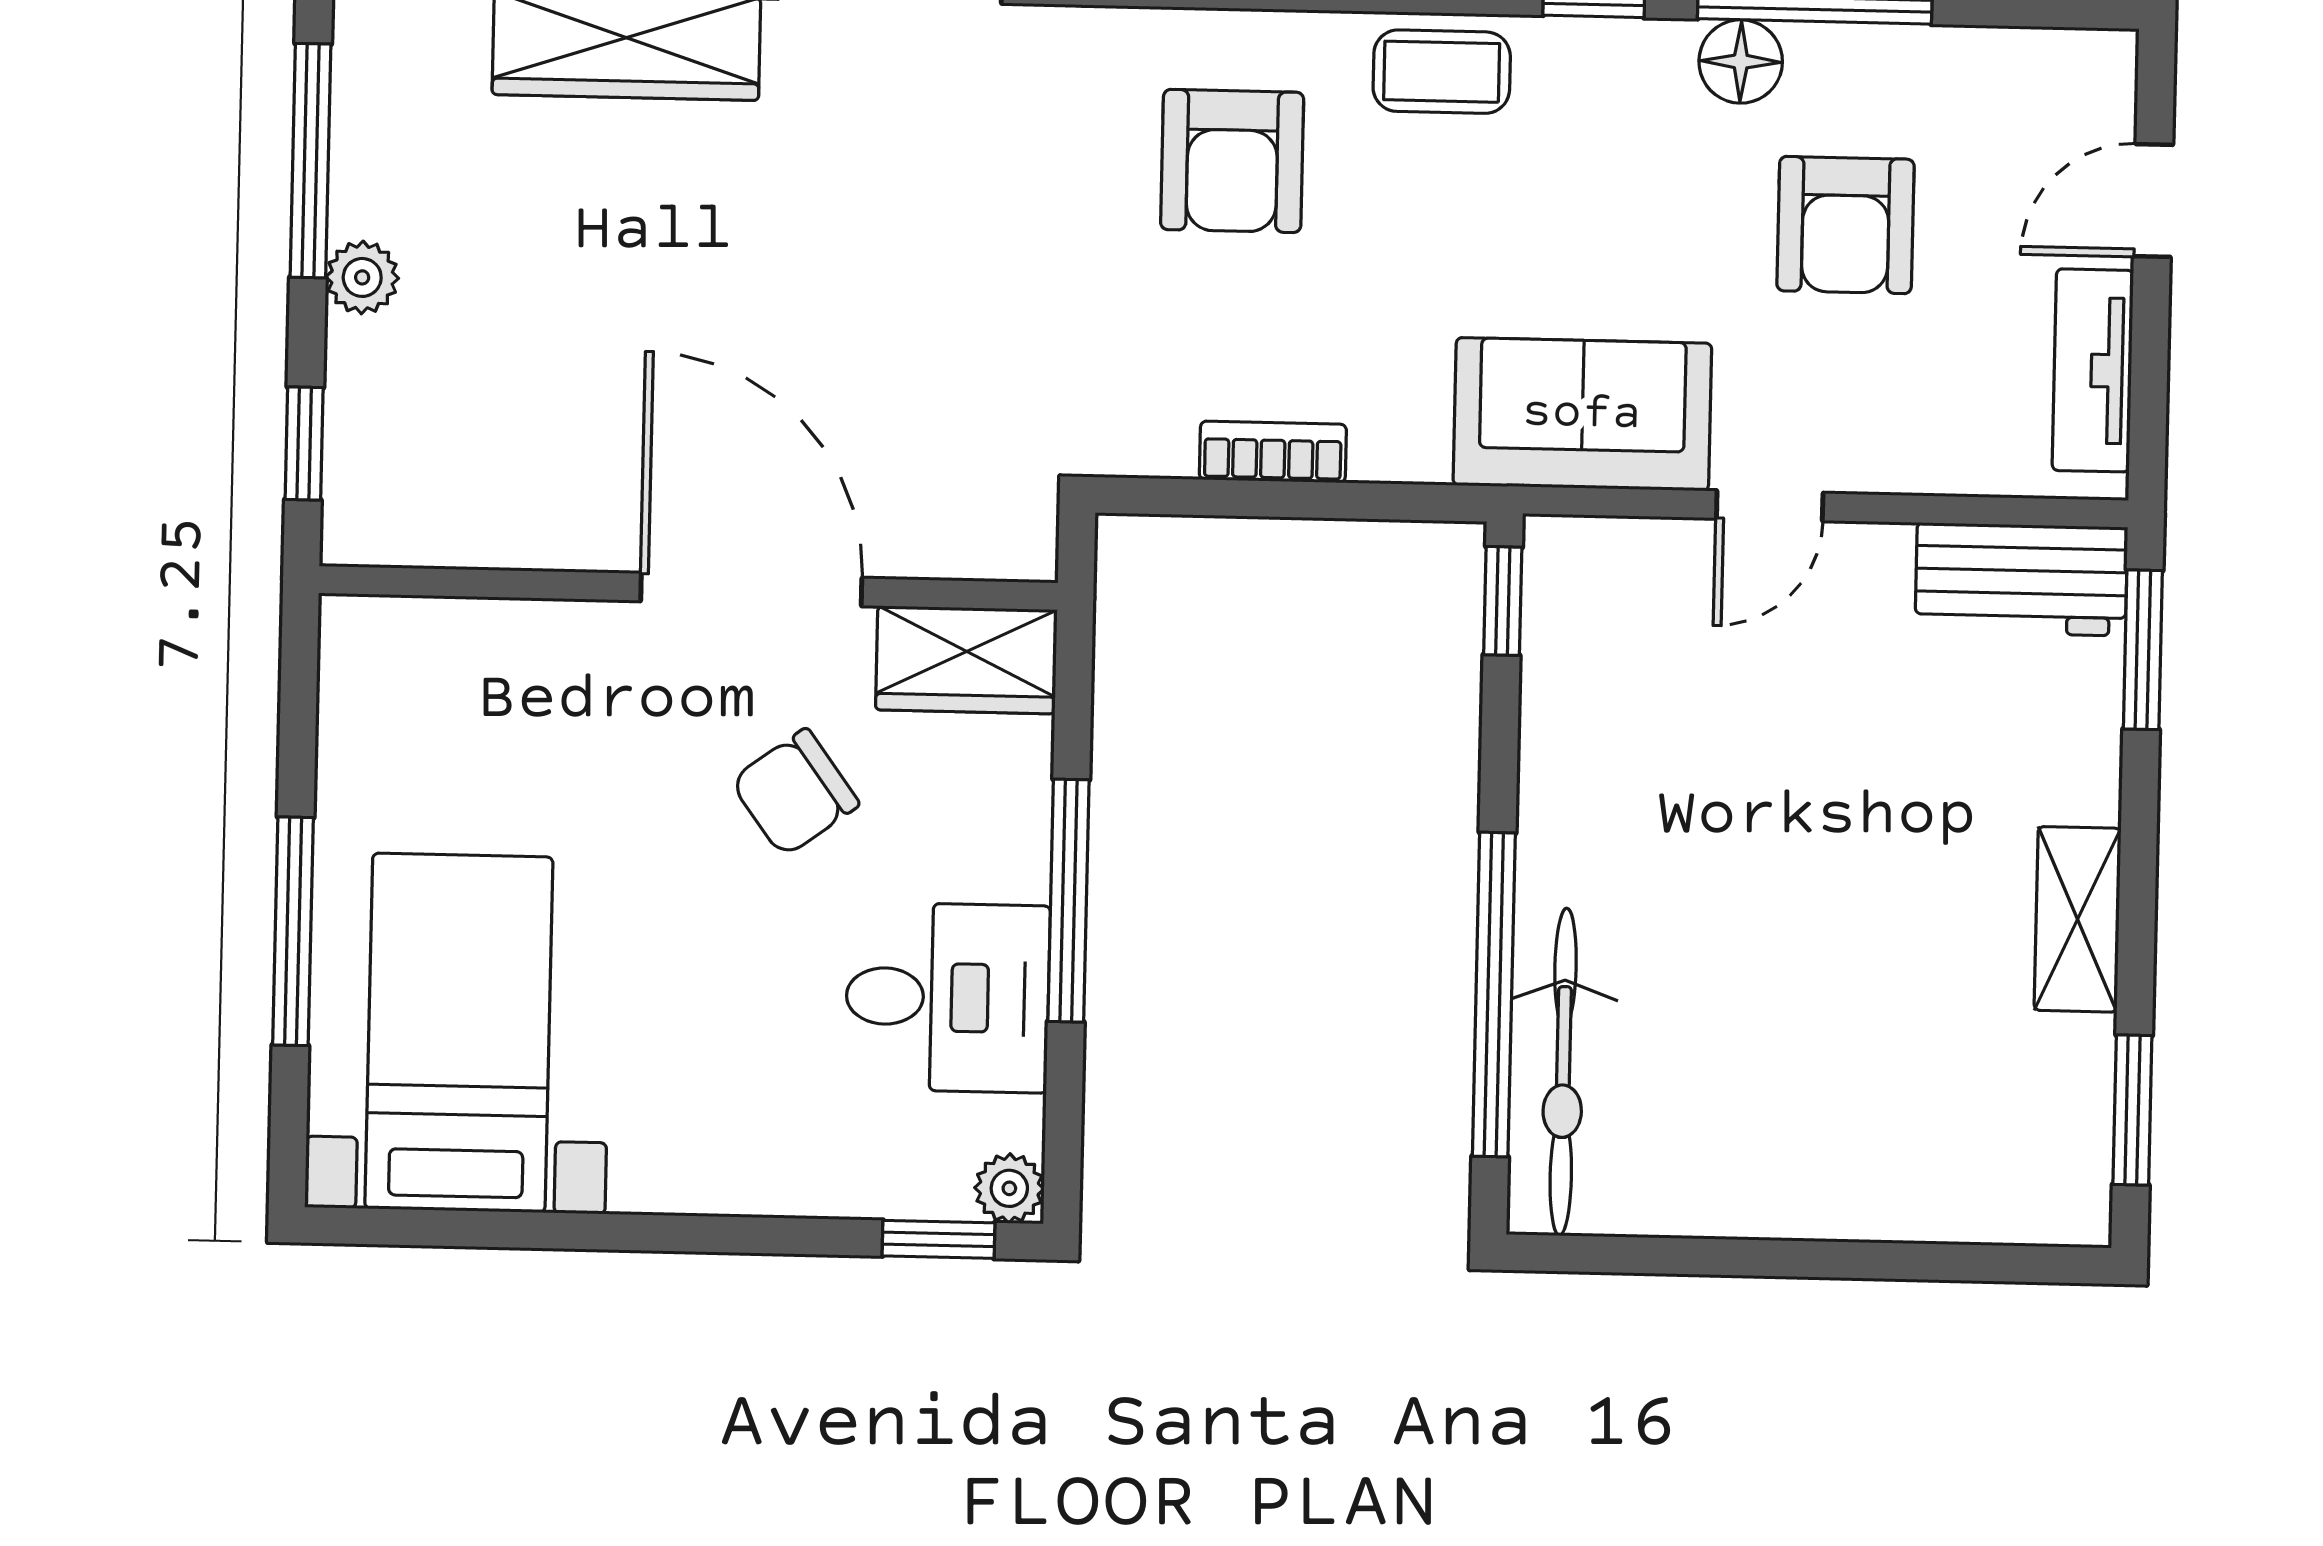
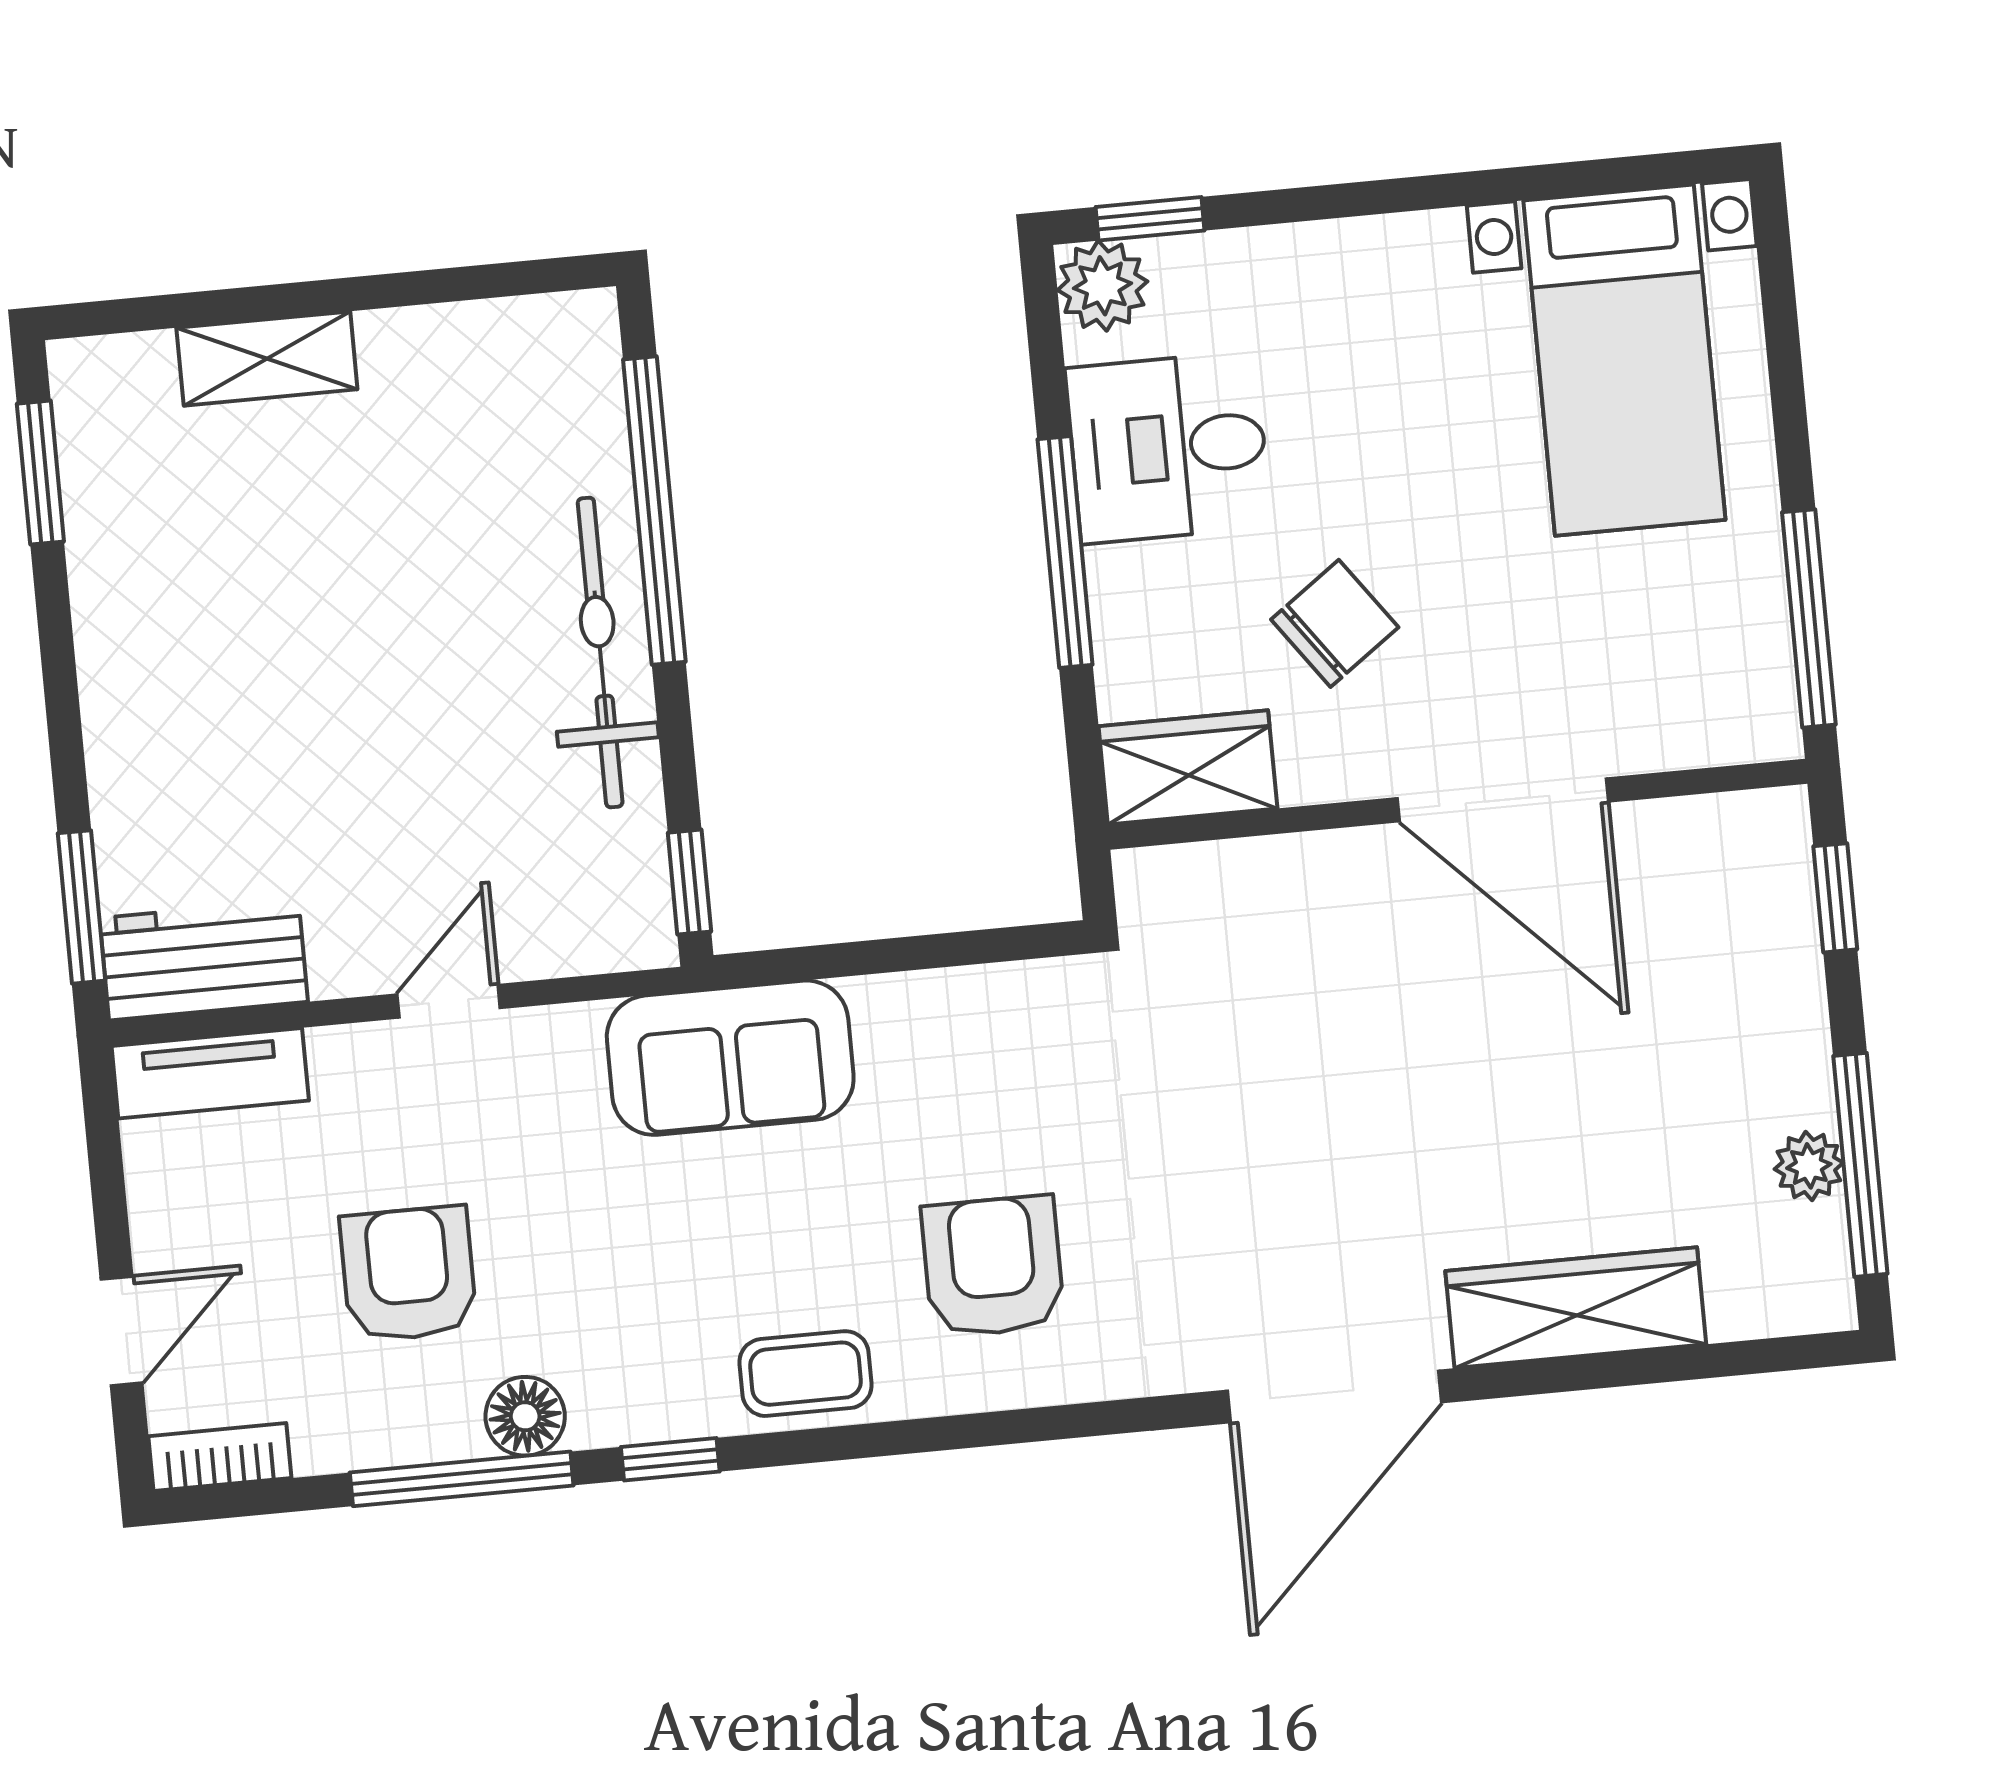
plant: (362, 277) -> (1809, 1166), moved
tv unit: (2093, 370) -> (210, 1073), moved, turned 90
sofa: (1582, 414) -> (730, 1058), moved
bookcase: (1273, 452) -> (220, 1457), moved, turned 180
door: (751, 589) -> (1503, 800), moved
shelving: (2078, 919) -> (267, 359), moved, turned 90
window: (293, 931) -> (1809, 618), moved
bicycle: (1563, 1072) -> (600, 653), moved
plant: (1009, 1188) -> (1102, 286), width x1.38, depth x1.38

